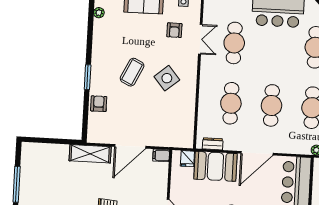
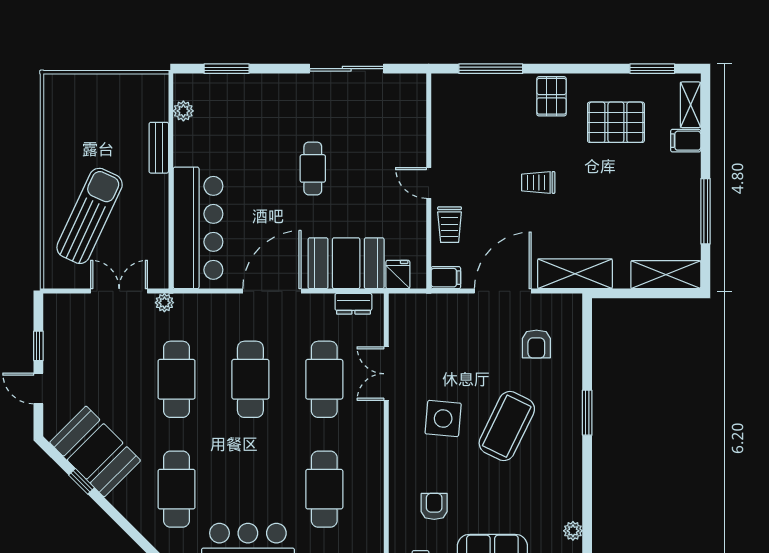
double door: (200, 39) -> (386, 374), moved
coffee table: (132, 72) -> (507, 426), width x1.36, depth x1.32
side table: (167, 78) -> (443, 419), turned 45
armchair: (99, 104) -> (536, 344), moved
shelving: (40, 151) -> (666, 275), added
trolley: (158, 184) -> (450, 225), added

